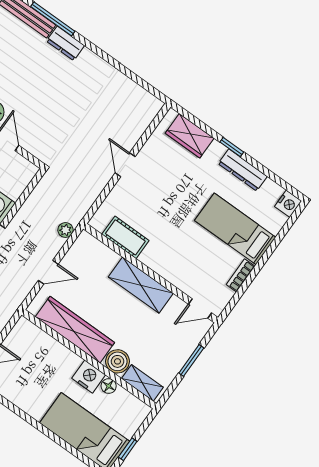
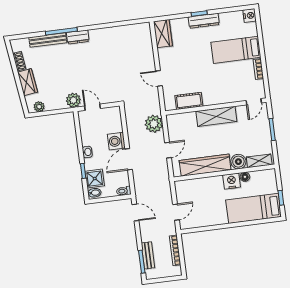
wardrobe: (190, 136) -> (163, 34), moved, turned -90
door: (125, 165) -> (159, 78), moved
dresser: (243, 170) -> (204, 21), moved
plant: (65, 230) -> (154, 124), width x1.87, depth x1.87

